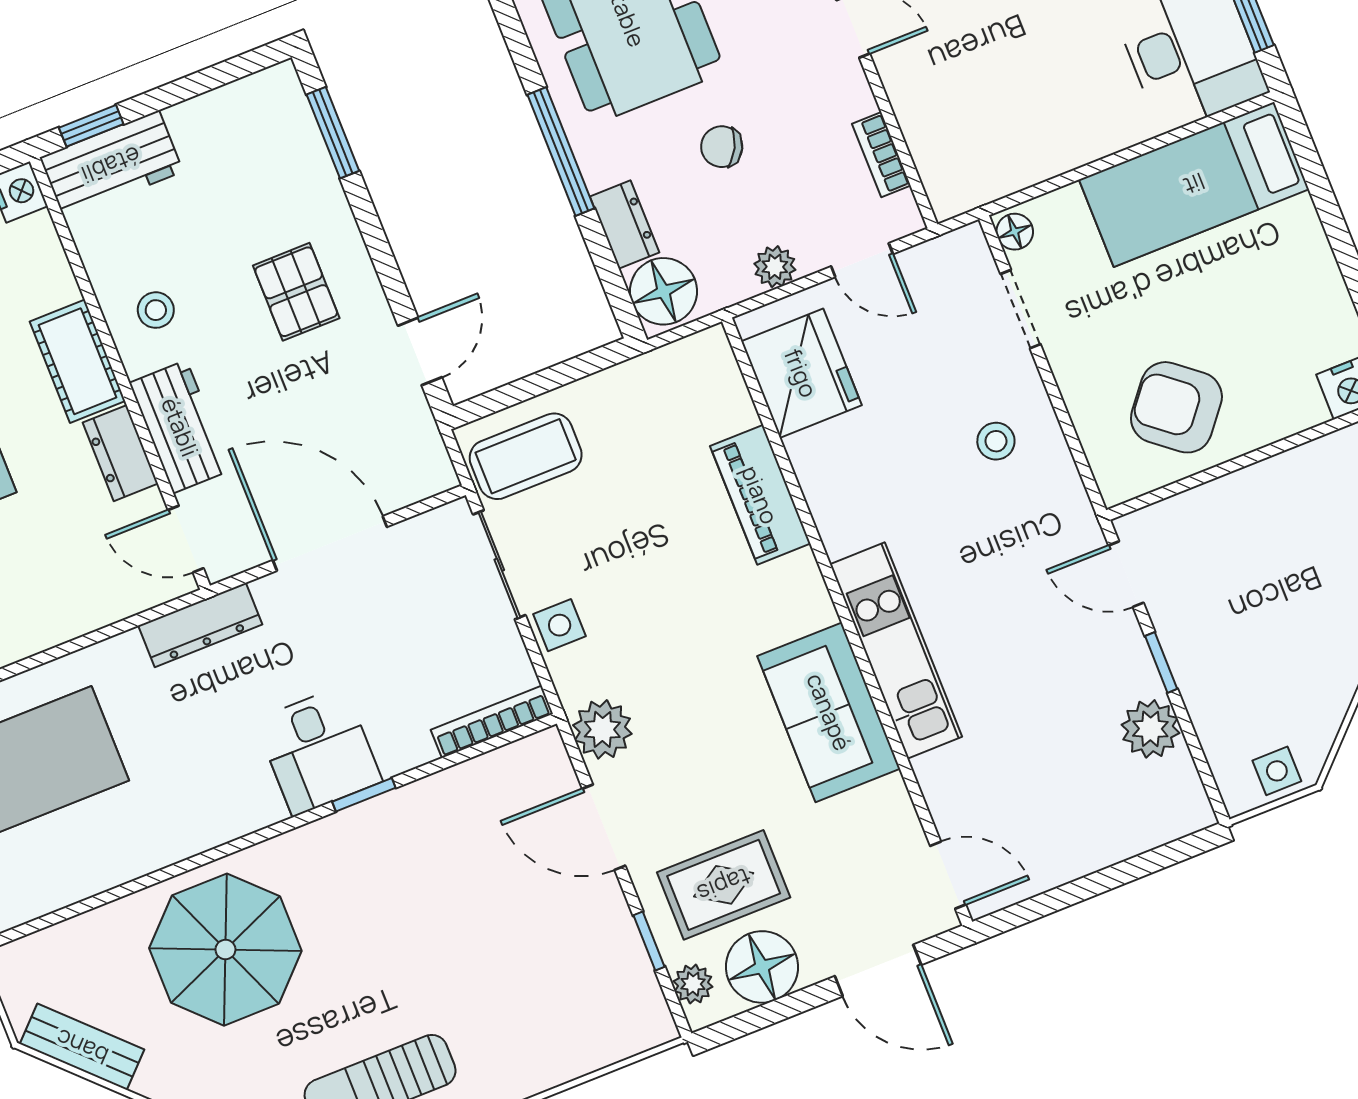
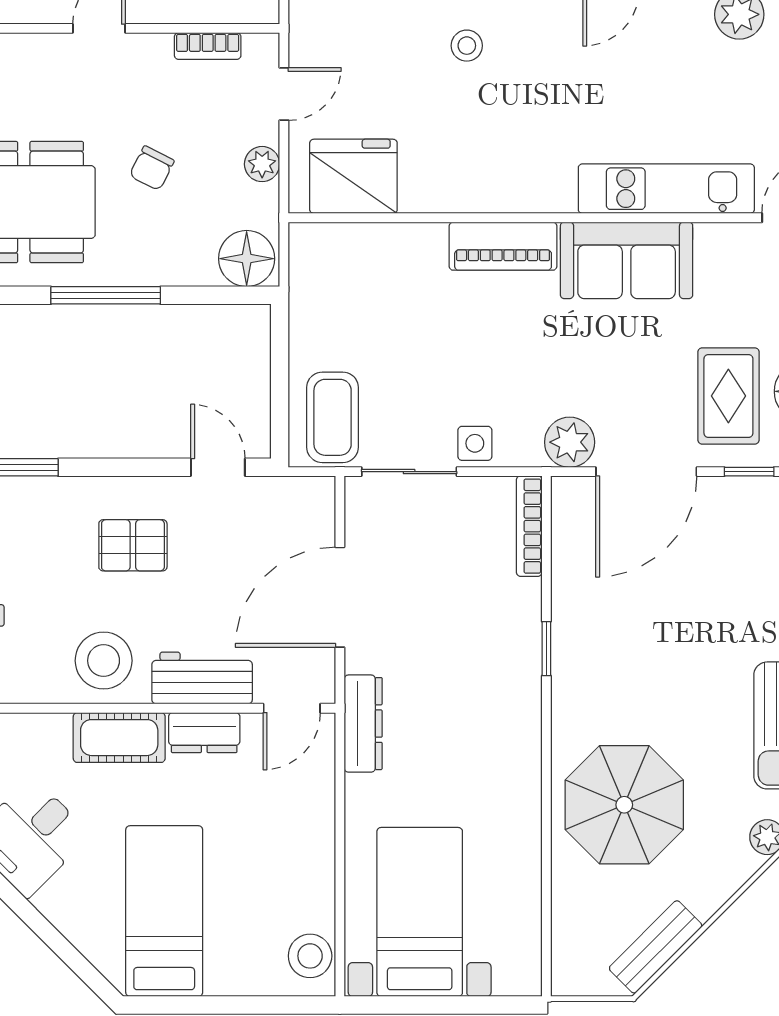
dresser: (625, 224) -> (182, 268), removed
stool: (156, 310) -> (104, 661), width x1.89, depth x1.89
piano: (760, 495) -> (503, 246), moved
kitchen unit: (896, 650) -> (666, 189), moved
desk: (318, 751) -> (498, 670), removed
door: (604, 827) -> (646, 472), width x1.36

